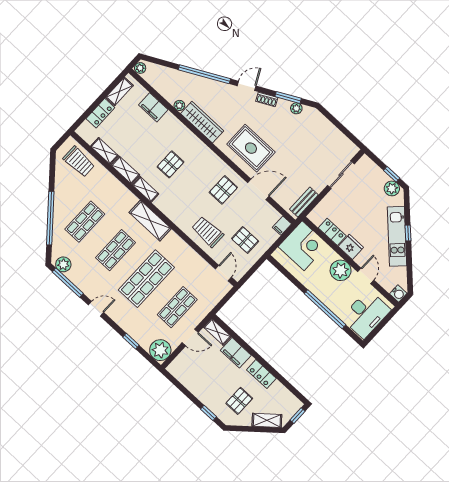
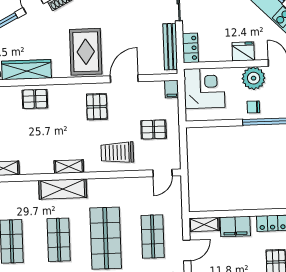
rug: (251, 148) -> (86, 52), turned 90
pallet: (170, 164) -> (35, 99), moved, turned 90
shelving: (146, 189) -> (69, 167), moved
bench: (304, 202) -> (170, 47), width x1.36
locker: (332, 232) -> (190, 48), moved, turned 90
door: (223, 273) -> (162, 173), swing flipped
chair: (322, 289) -> (253, 107), added

